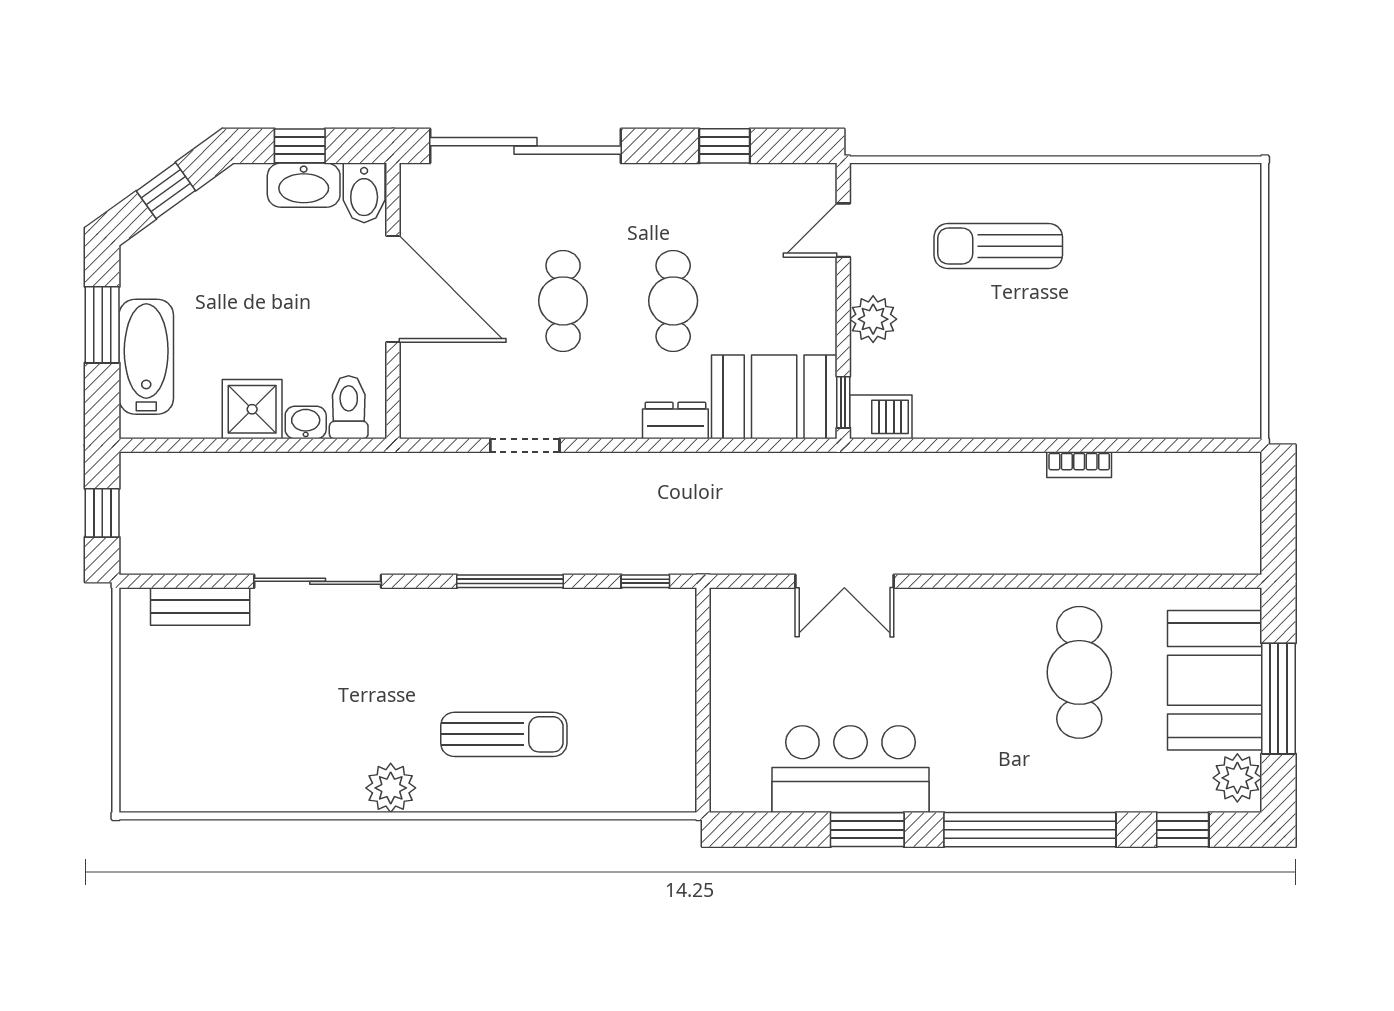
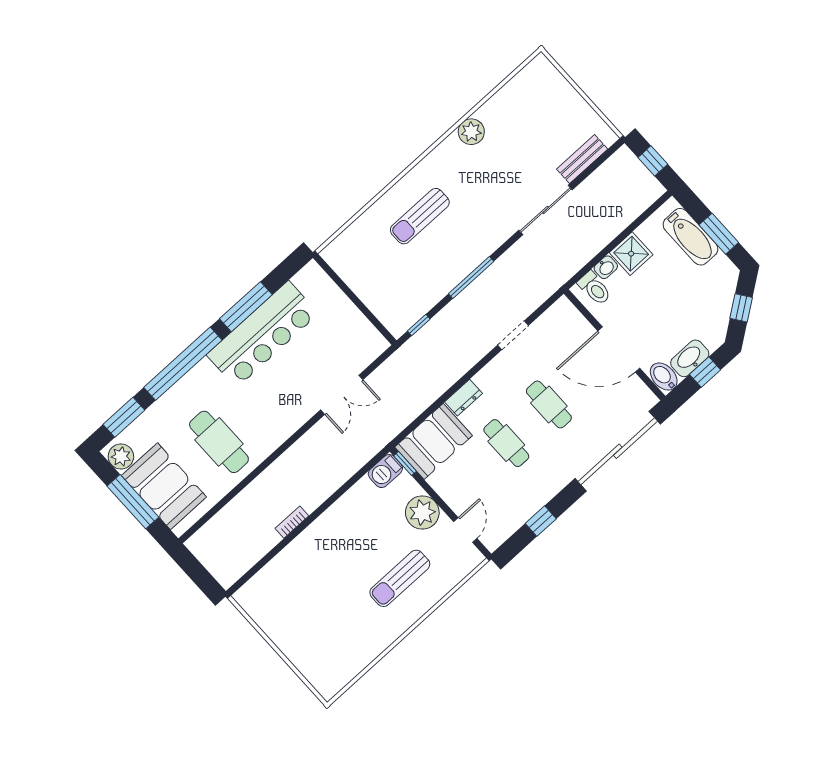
sun lounger: (998, 246) -> (400, 578), turned 180
plant: (873, 319) -> (422, 512), width x1.36, depth x1.36
double door: (844, 581) -> (342, 395), swing flipped
bar counter: (850, 769) -> (263, 334), width x1.36
plant: (391, 788) -> (471, 132), moved
window: (867, 830) -> (246, 307), width x1.44
window: (1183, 830) -> (124, 417), width x1.50

